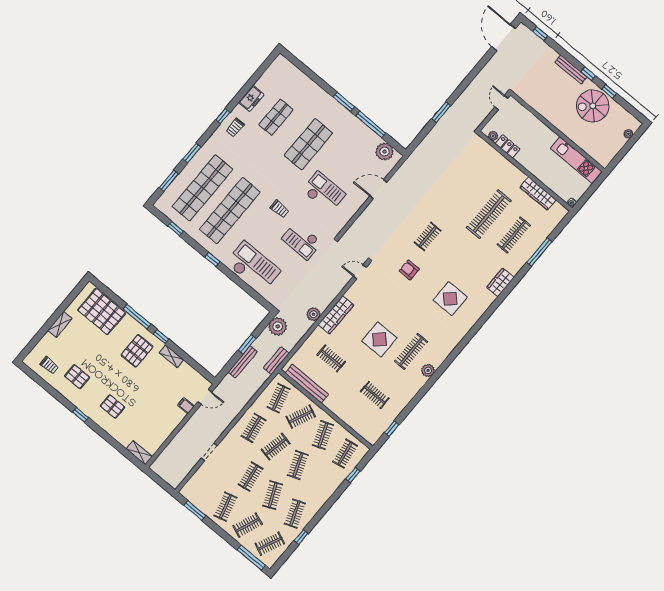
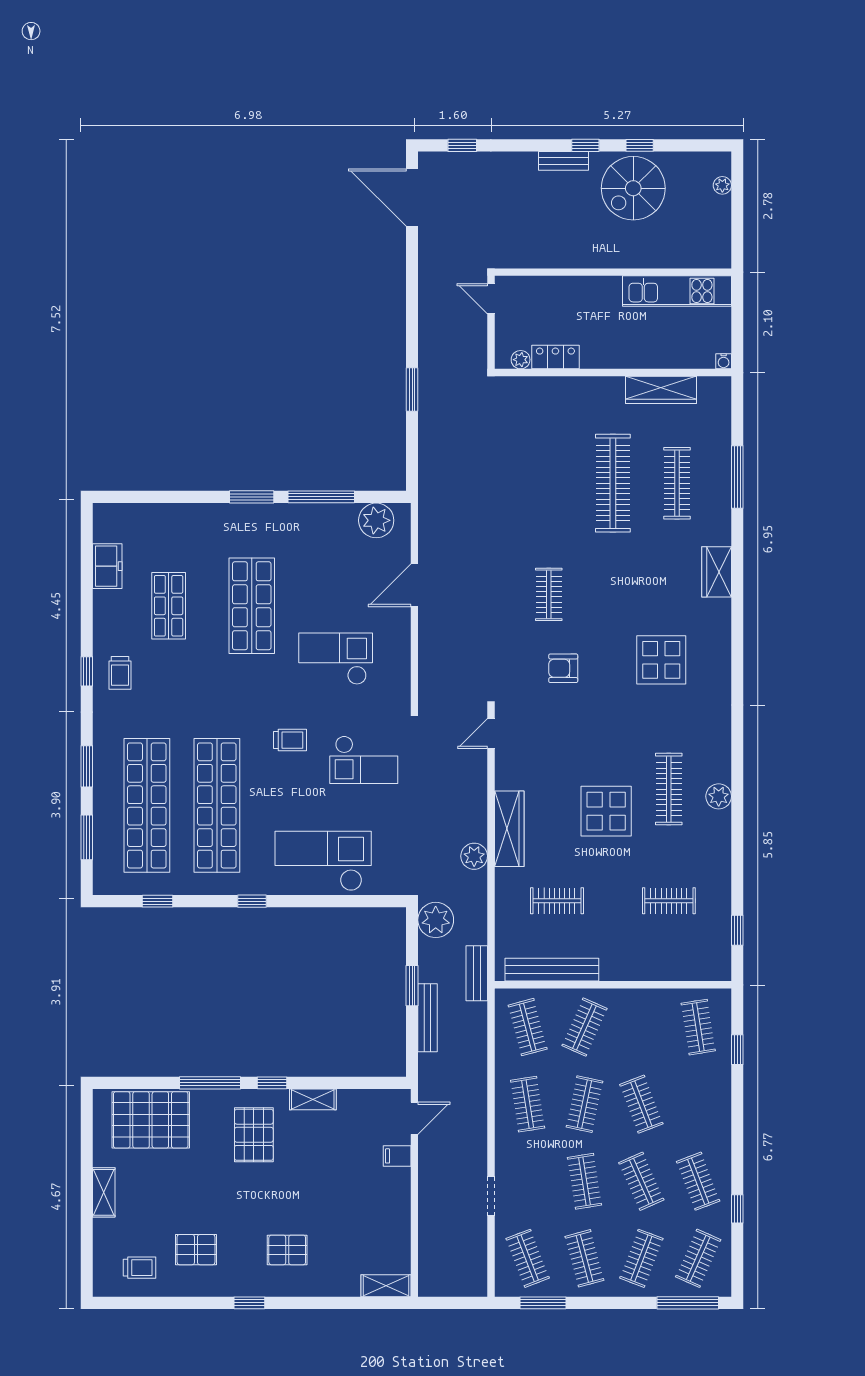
bench: (571, 70) -> (564, 161), width x0.73
freezer: (251, 98) -> (107, 566), moved
clothes rail: (323, 435) -> (528, 1258), moved

